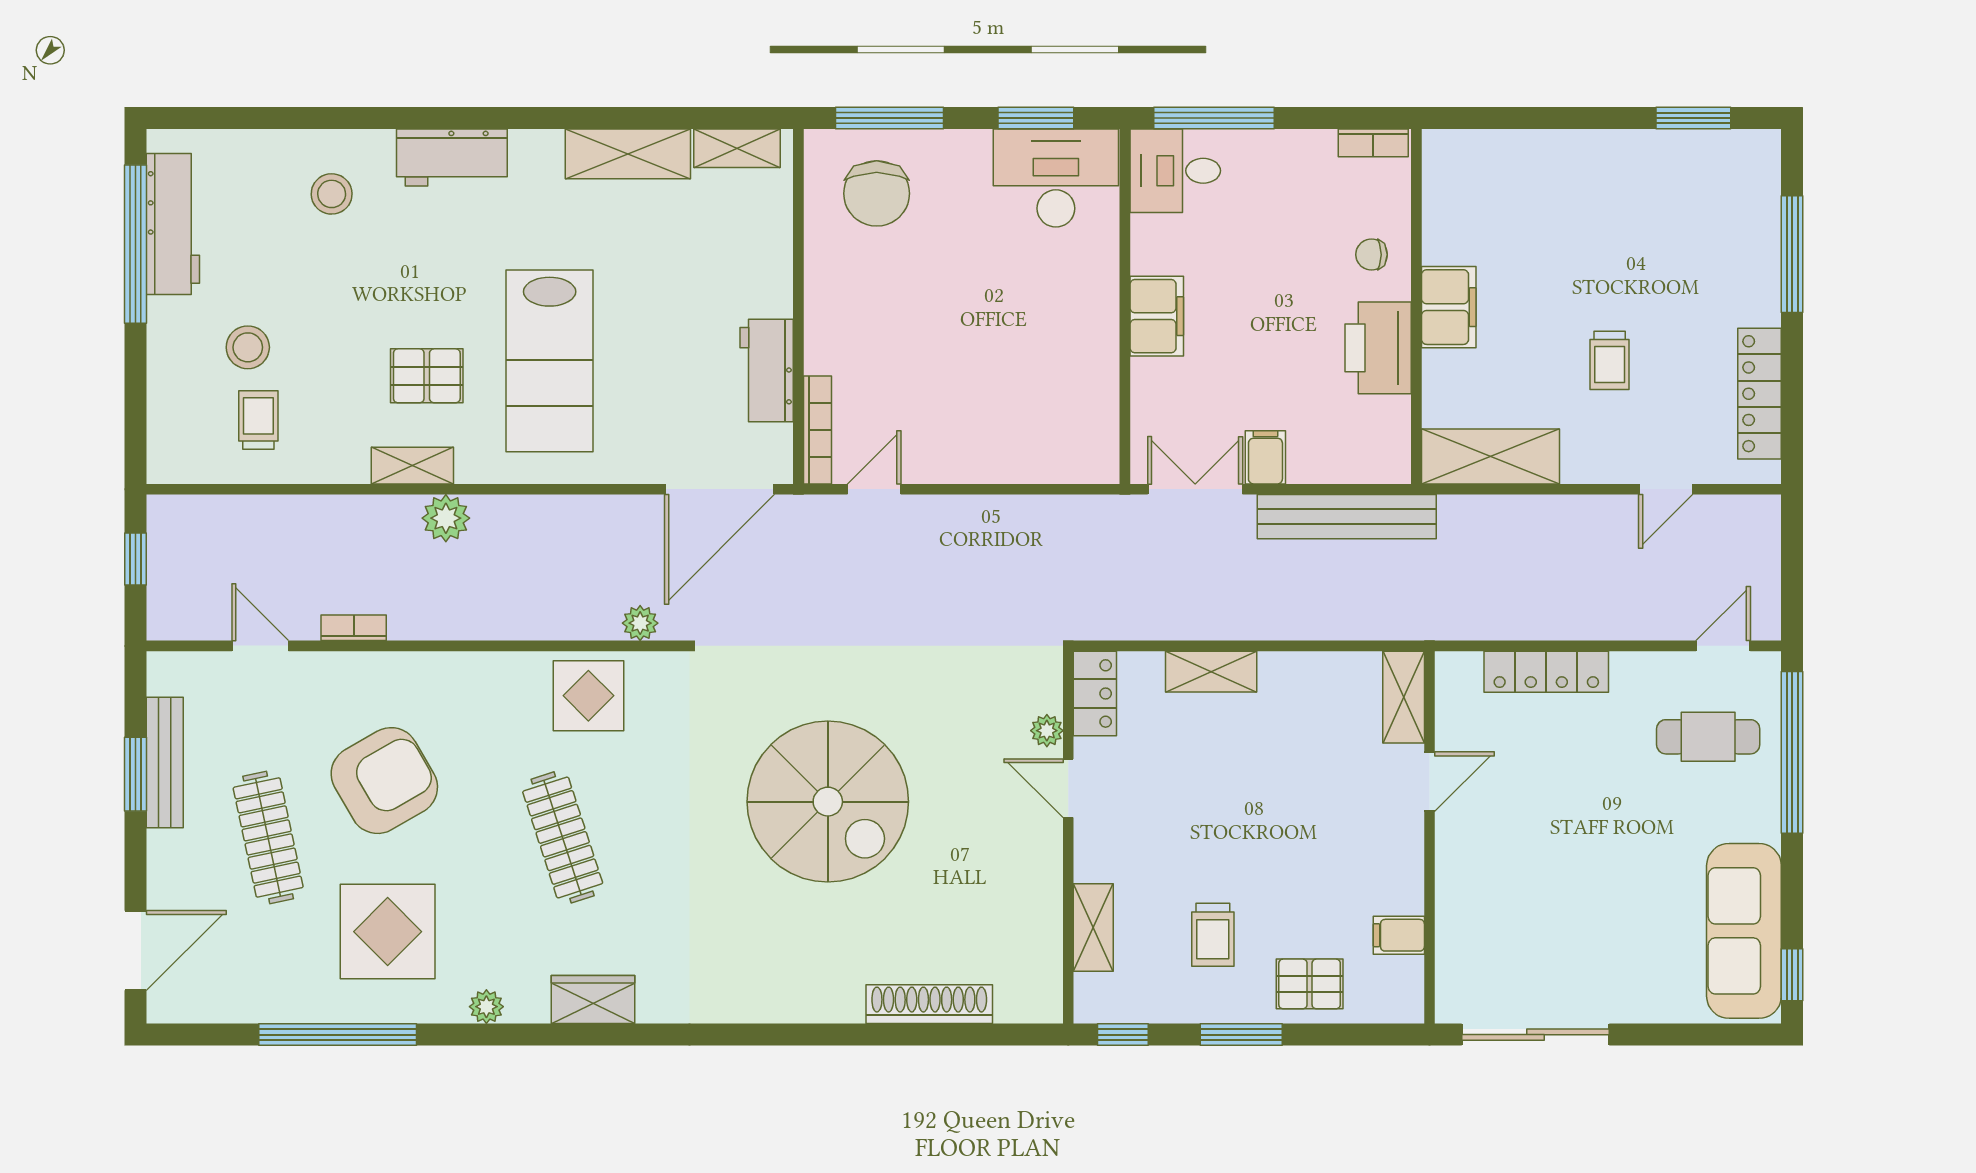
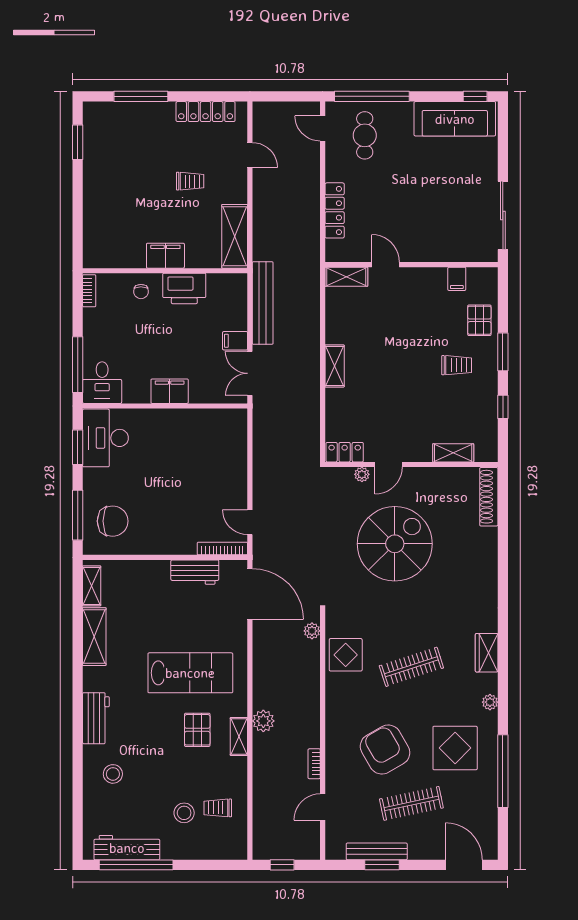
locker: (1095, 693) -> (345, 452), moved
plant: (1047, 731) -> (362, 474), moved
door: (1068, 788) -> (389, 465), moved
wall: (1068, 837) -> (411, 465), moved
shelving: (1093, 927) -> (453, 453), moved

